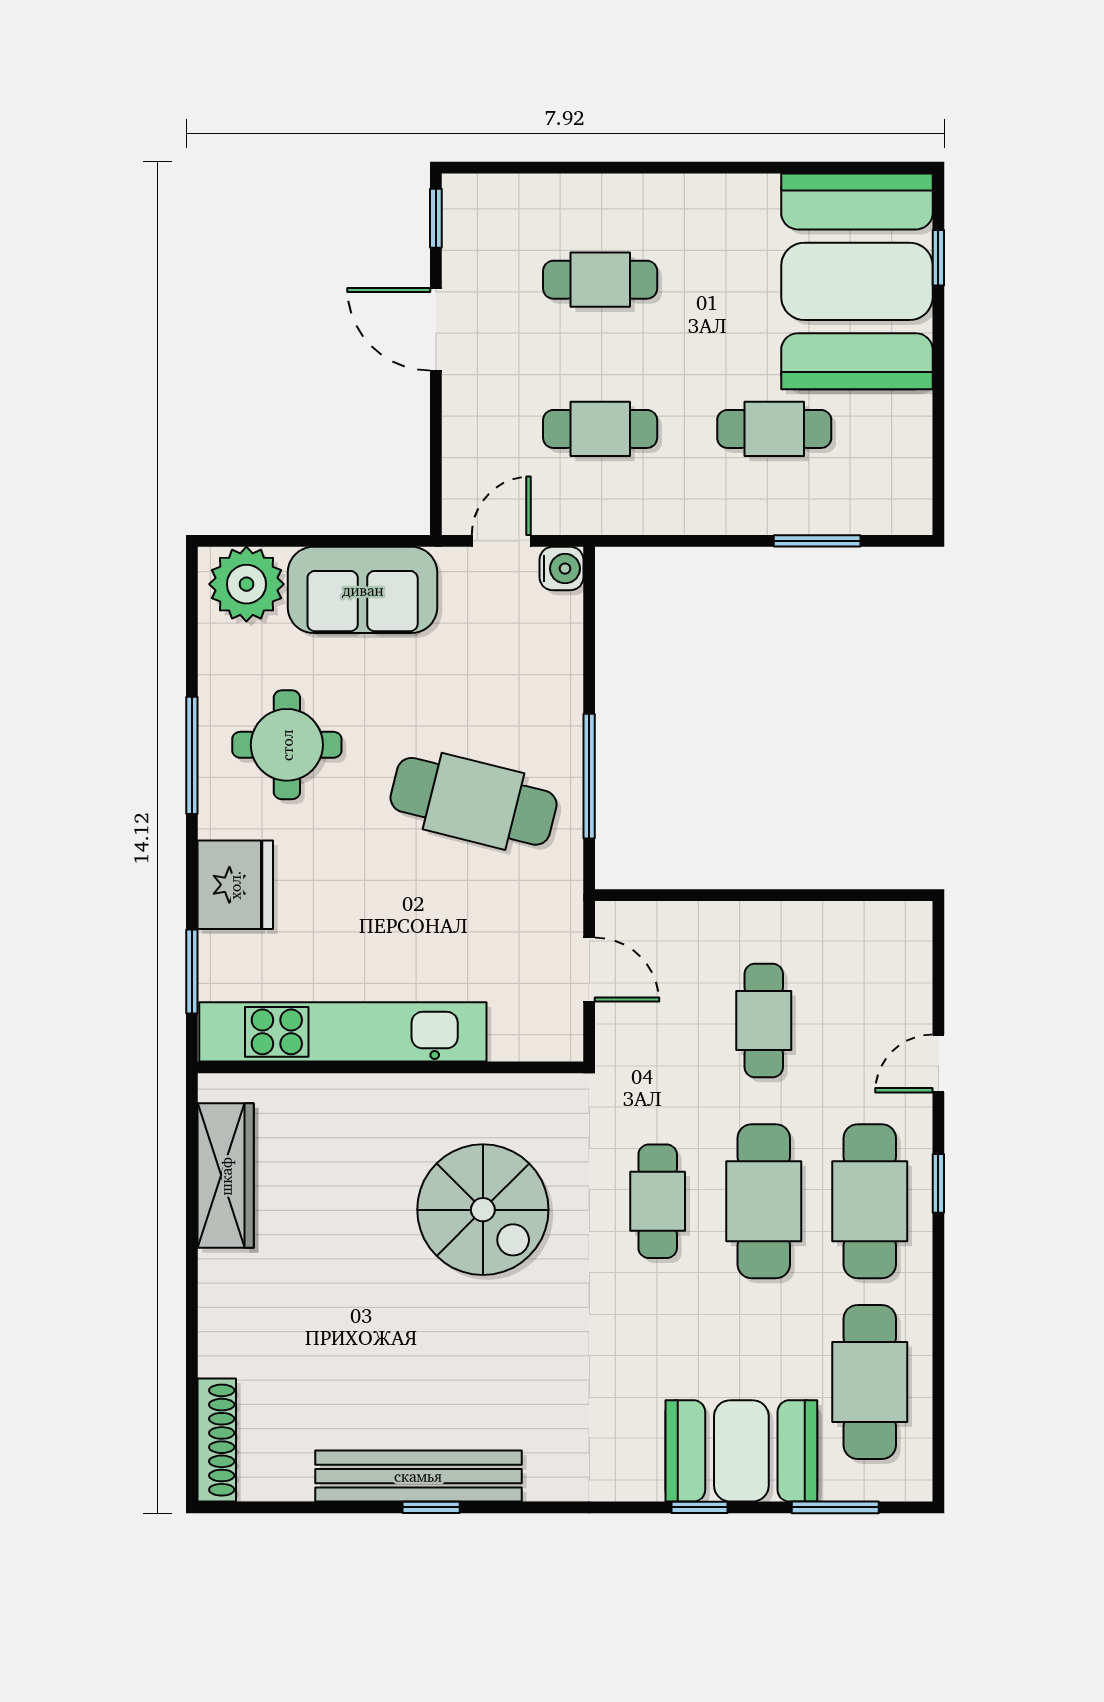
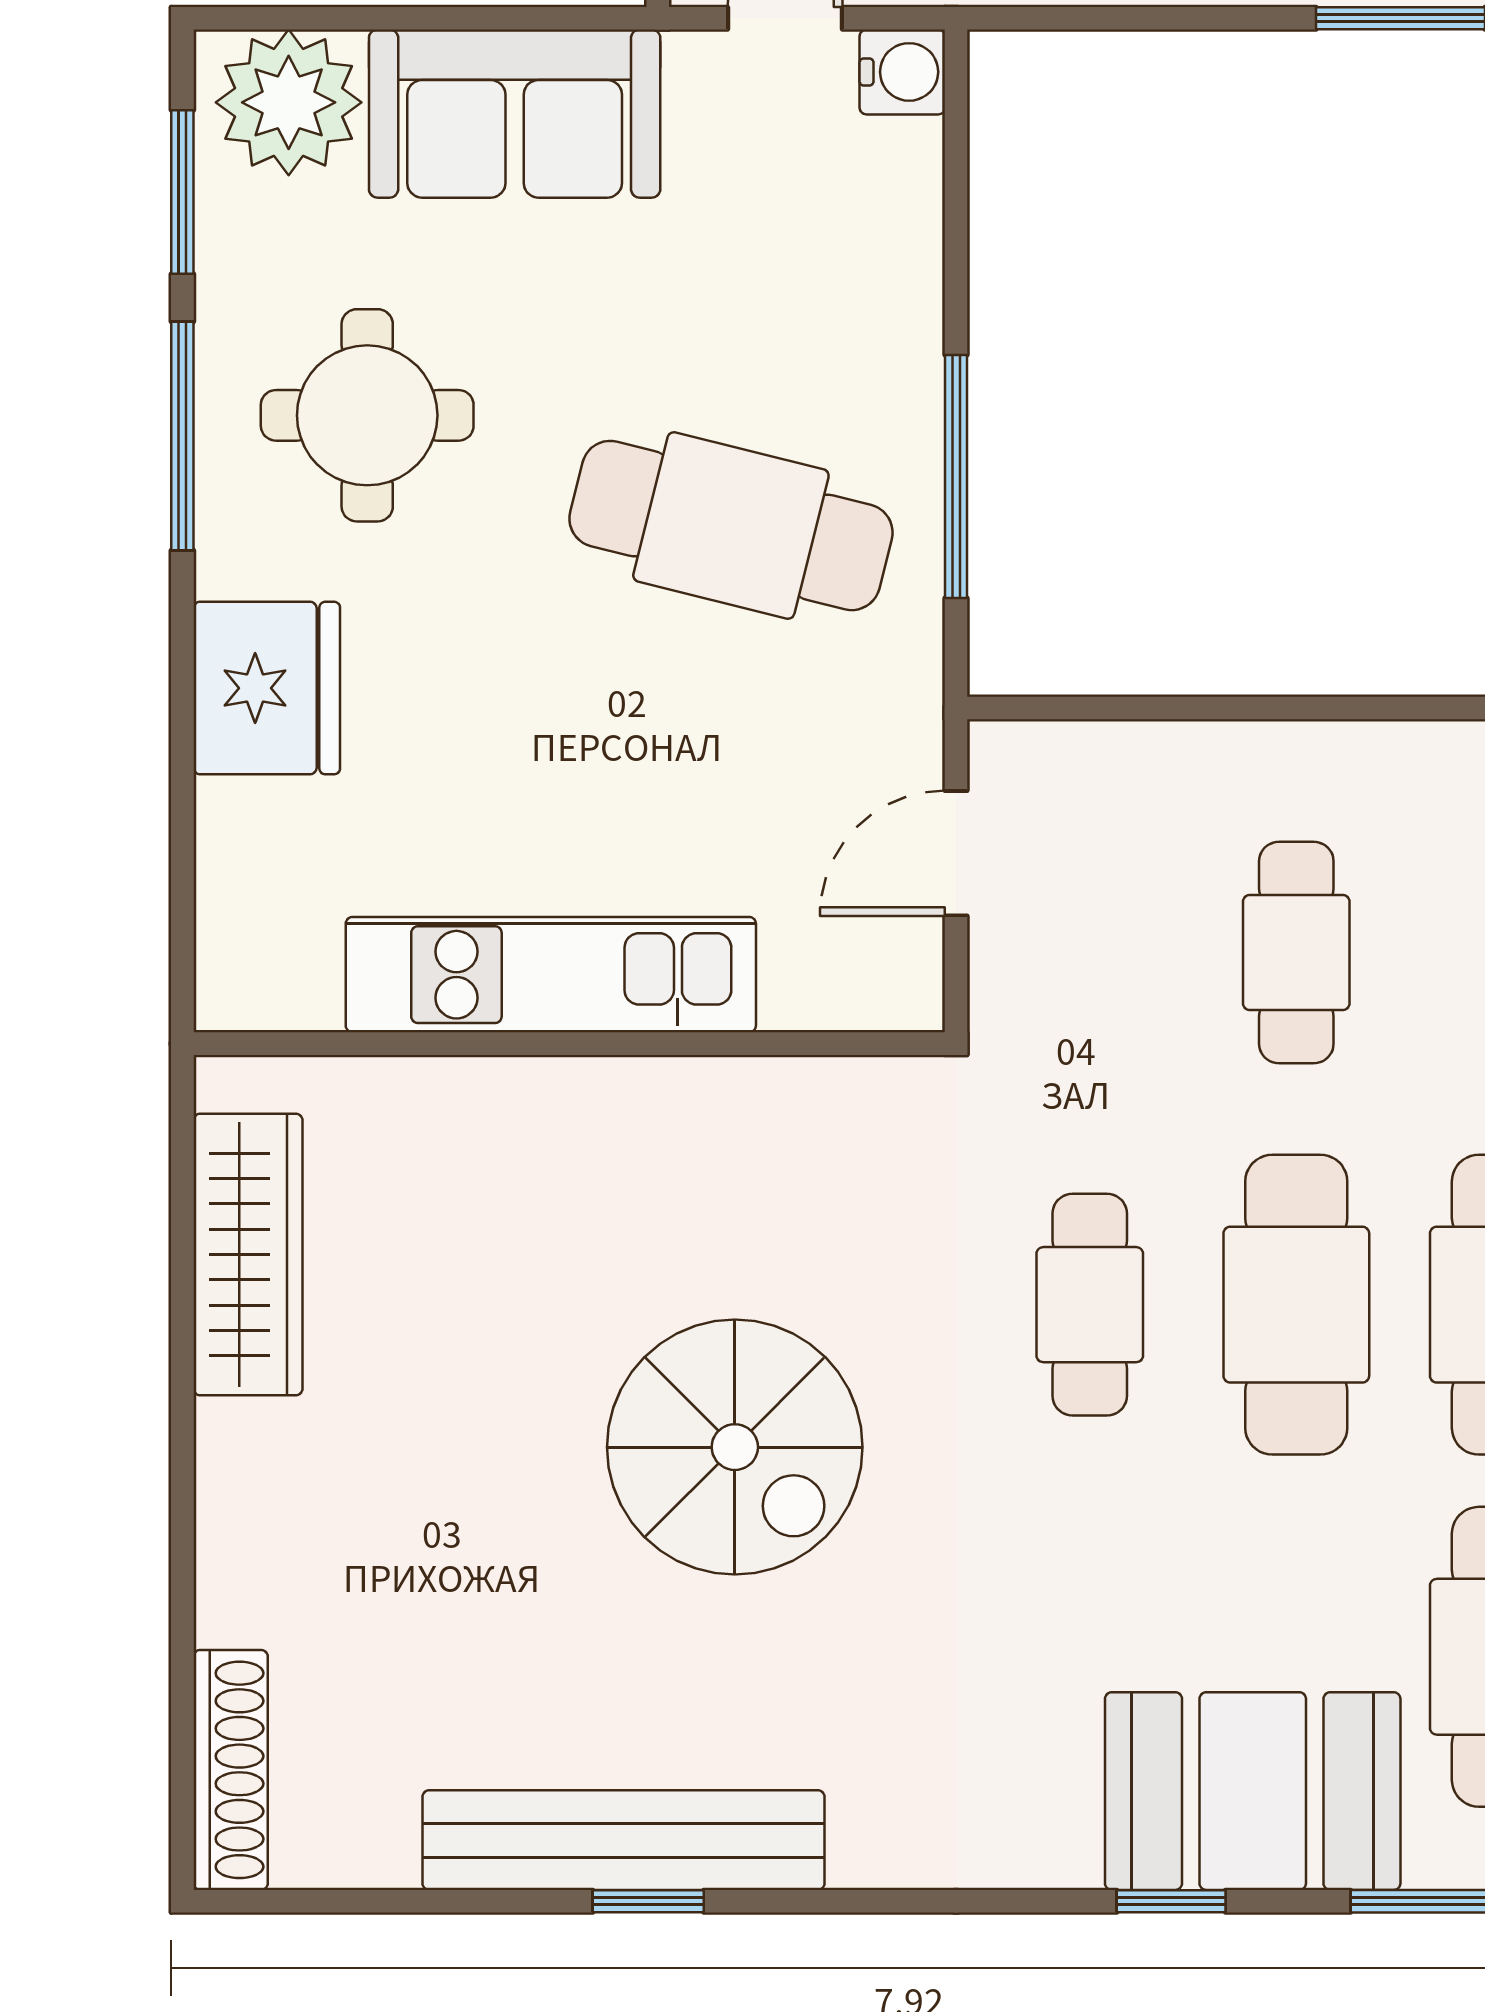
door: (589, 970) -> (956, 853), swing flipped
window: (192, 972) -> (182, 192), moved
kitchen unit: (343, 1032) -> (551, 975), width x0.73
spiral stairs: (483, 1210) -> (735, 1447), moved

